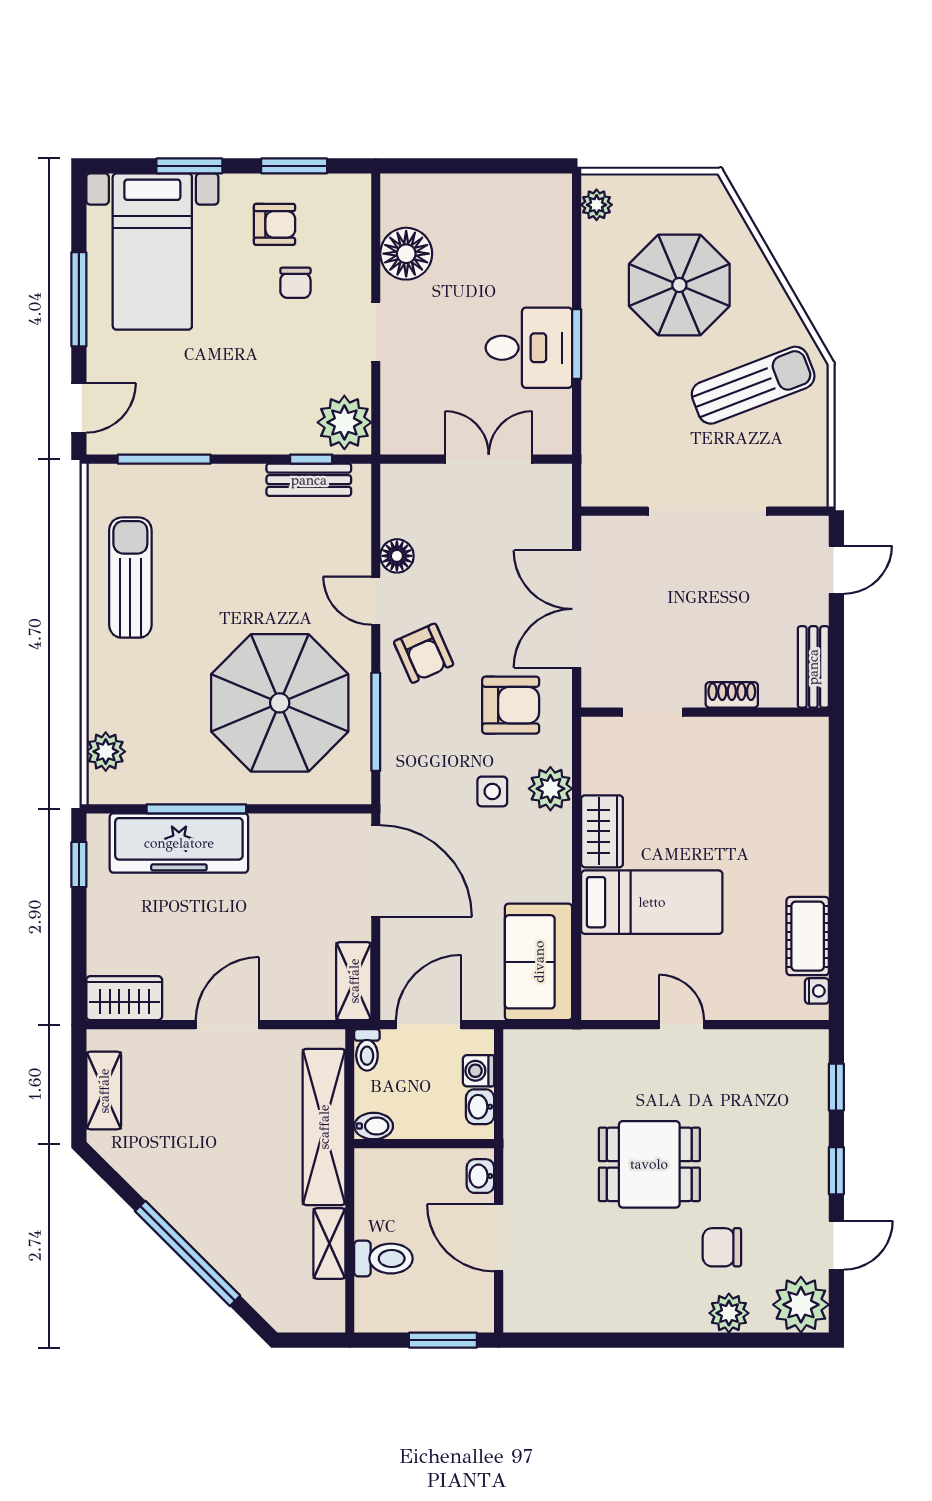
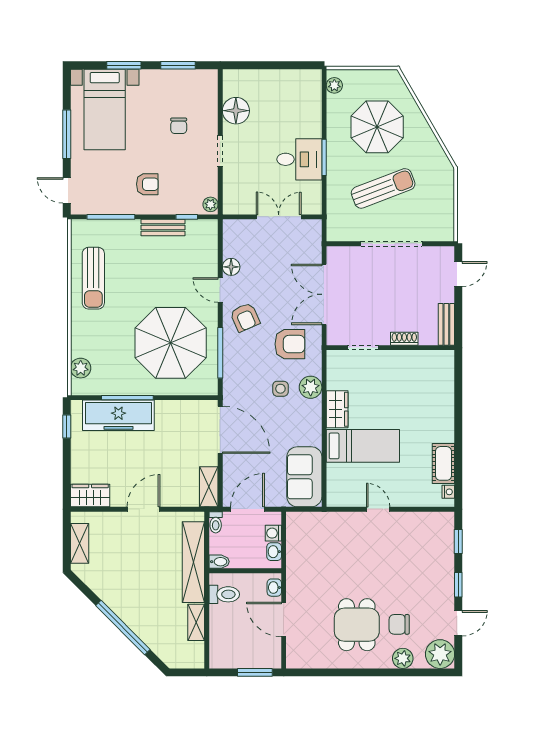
armchair: (275, 224) -> (147, 184), moved
sun lounger: (753, 385) -> (383, 188), moved
door: (79, 408) -> (67, 190), swing flipped
plant: (344, 422) -> (210, 204), width x0.53, depth x0.53
bench: (309, 480) -> (163, 228), moved
sun lounger: (130, 578) -> (93, 278), turned 180
dining table: (649, 1164) -> (357, 625), moved, turned 90
toilet: (383, 1259) -> (224, 594), moved

